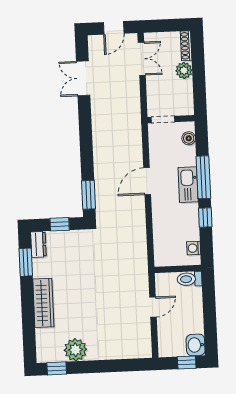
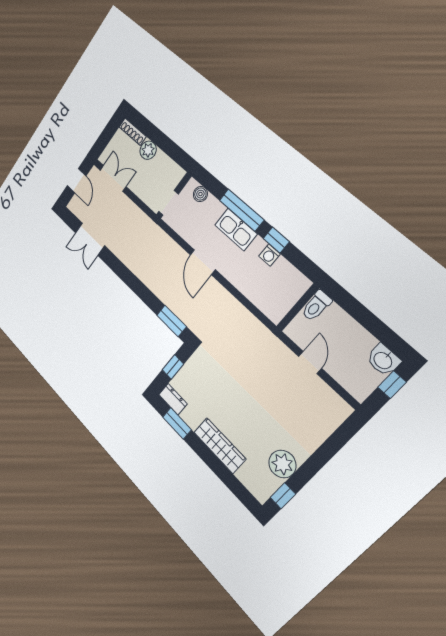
washing machine: (194, 248) -> (269, 255), moved

